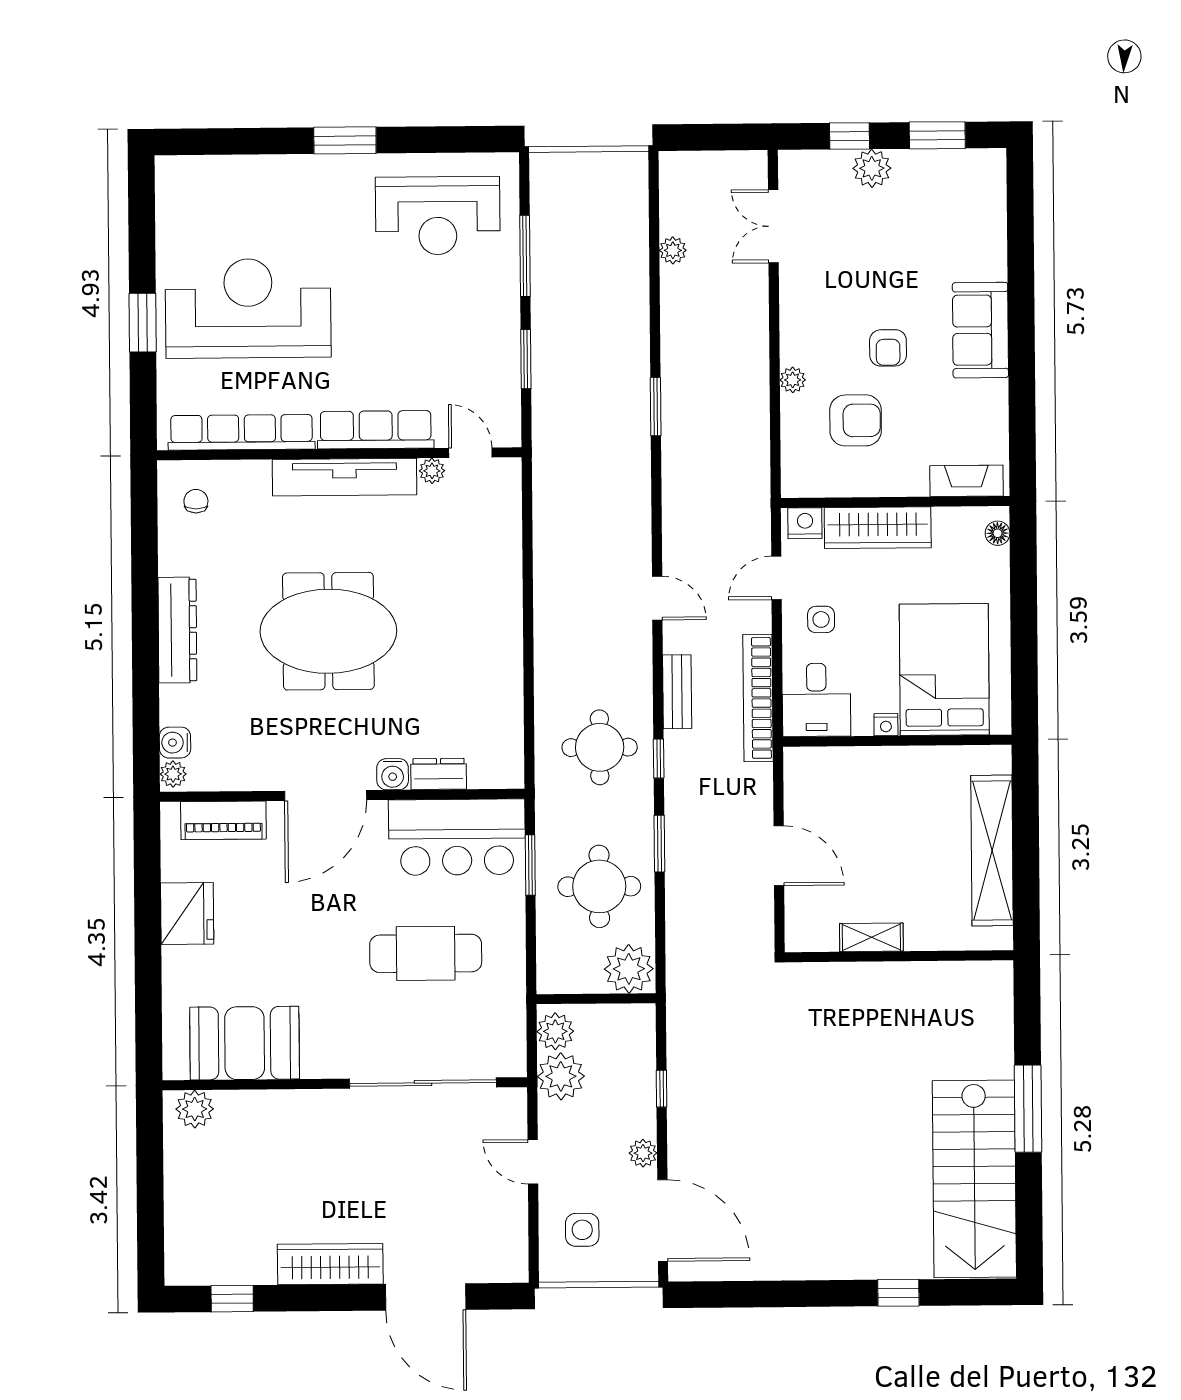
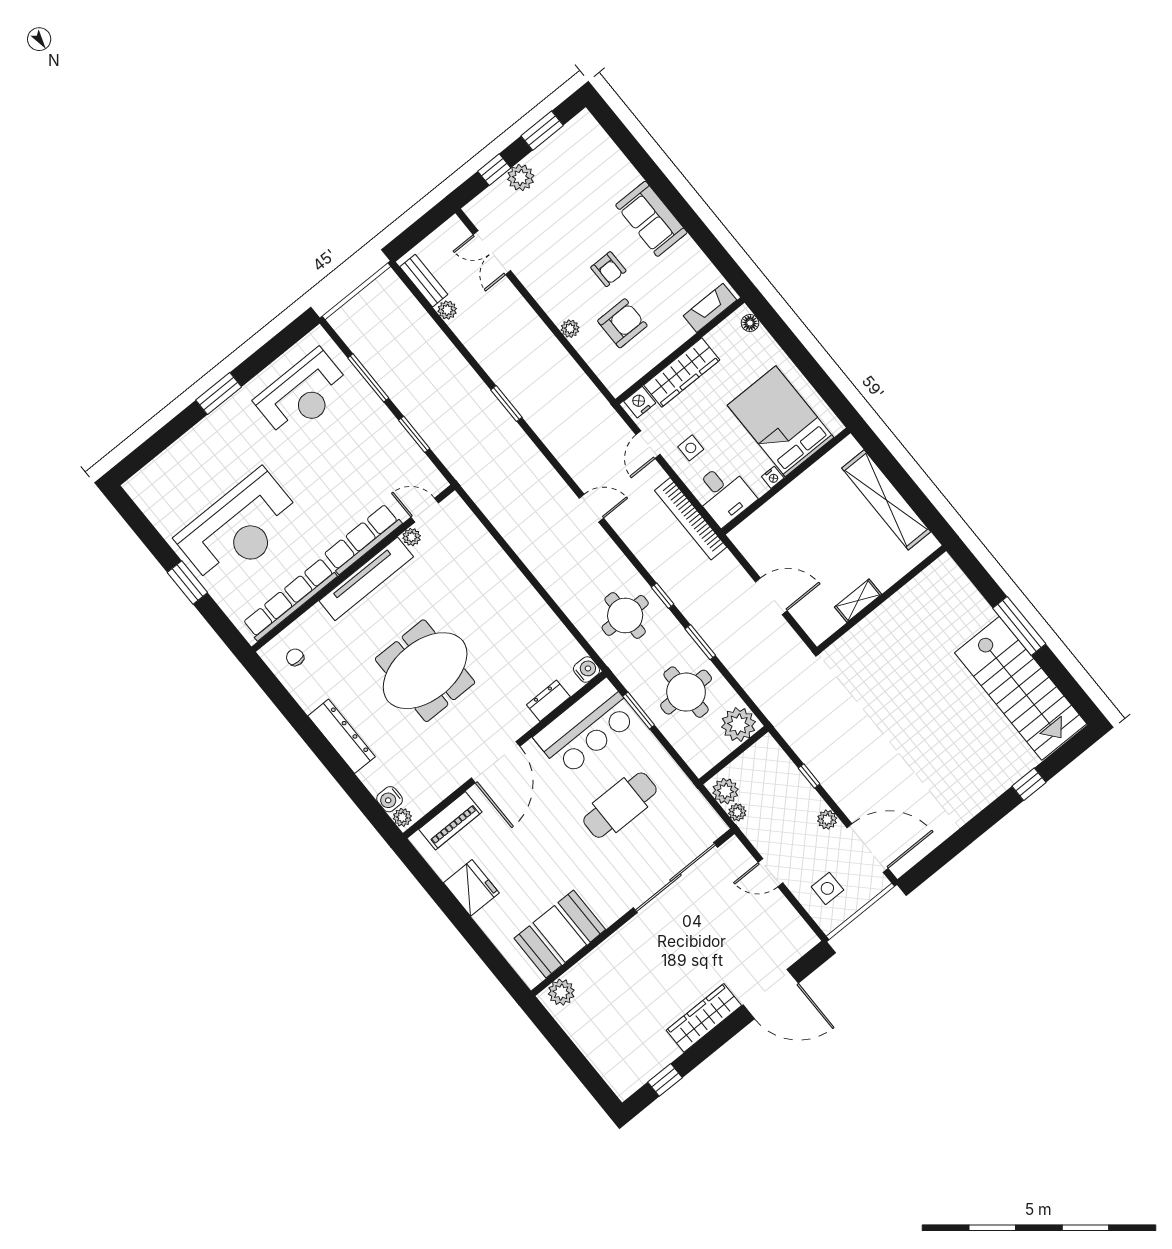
reception desk: (248, 308) -> (239, 528), turned 180
bench: (677, 692) -> (424, 281), moved
water cooler: (393, 774) -> (587, 670), moved, turned -90
plant: (561, 1076) -> (737, 812), width x0.53, depth x0.53

